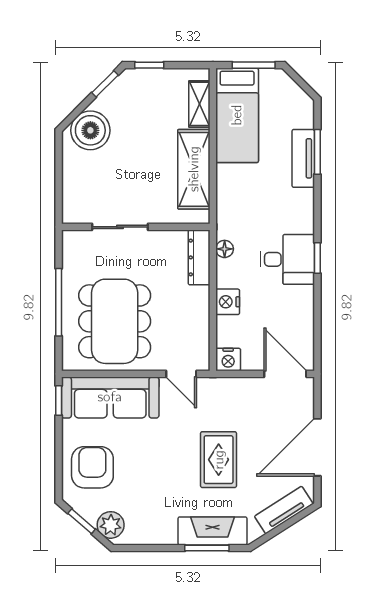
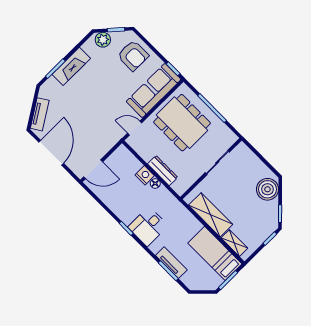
floor lamp: (225, 249) -> (155, 183), moved
dresser: (199, 257) -> (163, 171), moved
desk: (287, 259) -> (148, 226), moved
nightstand: (228, 359) -> (122, 152), removed
rug: (219, 460) -> (86, 109), removed
fireplace: (212, 531) -> (71, 66), moved

